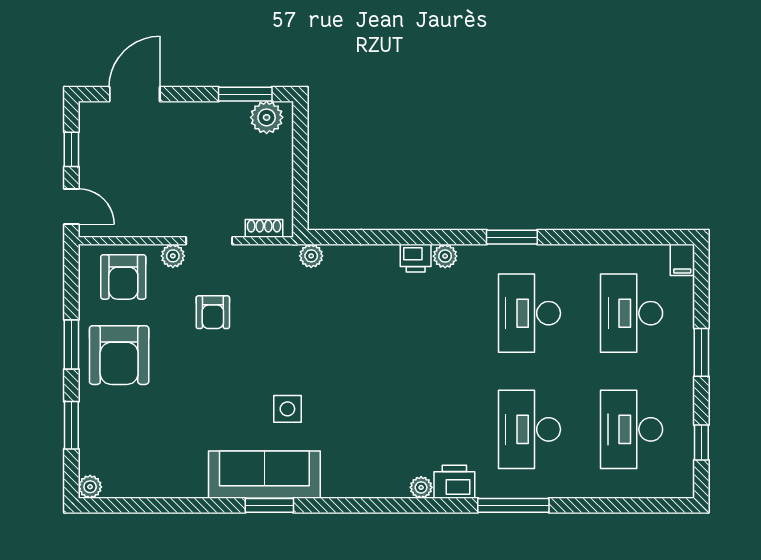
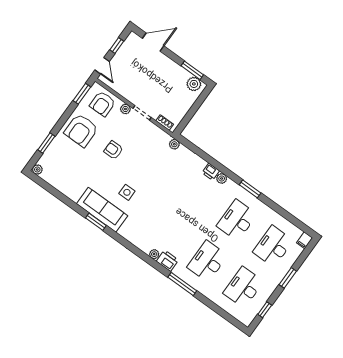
armchair: (213, 312) -> (113, 150), moved, turned 90
window: (71, 344) -> (82, 94), moved

